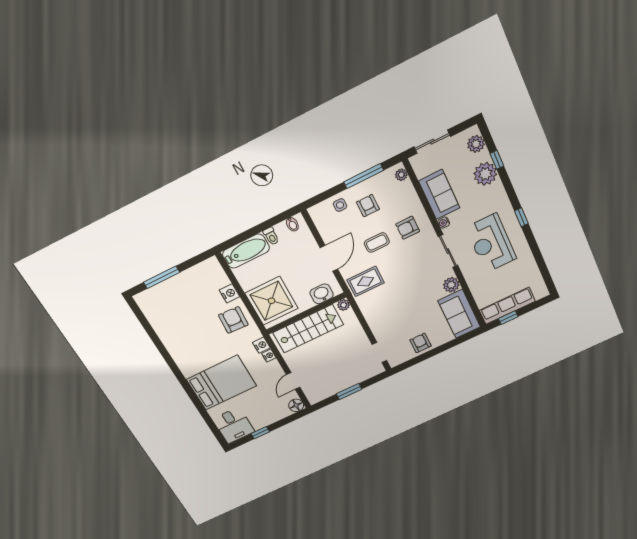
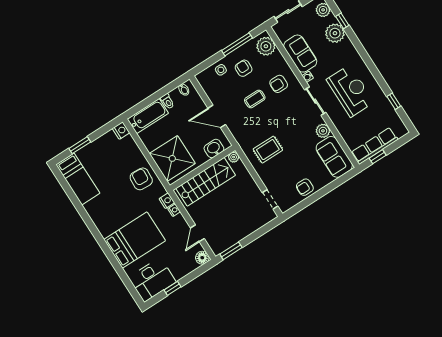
plant: (401, 175) -> (266, 46), width x1.88, depth x1.88
window: (521, 217) -> (394, 101), moved
reception desk: (491, 243) -> (350, 91), turned 180
door: (329, 258) -> (217, 116), swing flipped
window: (162, 277) -> (80, 145), width x0.69
rug: (366, 281) -> (268, 150), moved
nightstand: (229, 293) -> (121, 131), moved
bed: (158, 314) -> (78, 179), added
armchair: (421, 343) -> (305, 187), turned -90
window: (349, 392) -> (231, 251), moved
desk: (234, 425) -> (152, 280), width x1.37

